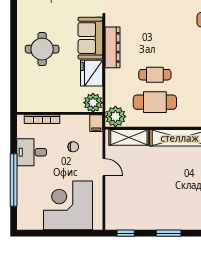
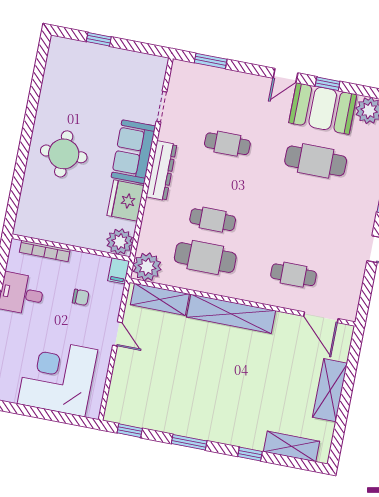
cafe table: (155, 20) -> (227, 144), added

